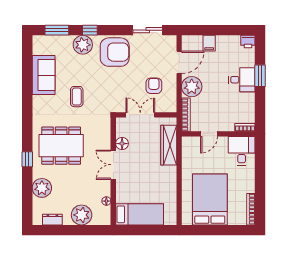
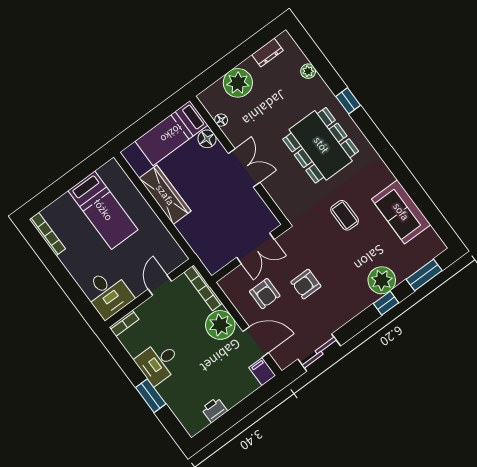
printer: (248, 42) -> (214, 410), moved
filing cabinet: (209, 43) -> (262, 372), moved
armchair: (115, 52) -> (306, 284), moved, width x0.53, depth x0.53
door: (179, 62) -> (256, 342), swing flipped
desk: (242, 80) -> (158, 362), moved
floor lamp: (122, 144) -> (207, 139), moved
wardrobe: (169, 145) -> (165, 195), moved
dining table: (61, 146) -> (321, 145), turned 90
plant: (42, 188) -> (308, 71), width x0.53, depth x0.53
bed: (210, 199) -> (103, 210), width x0.67

